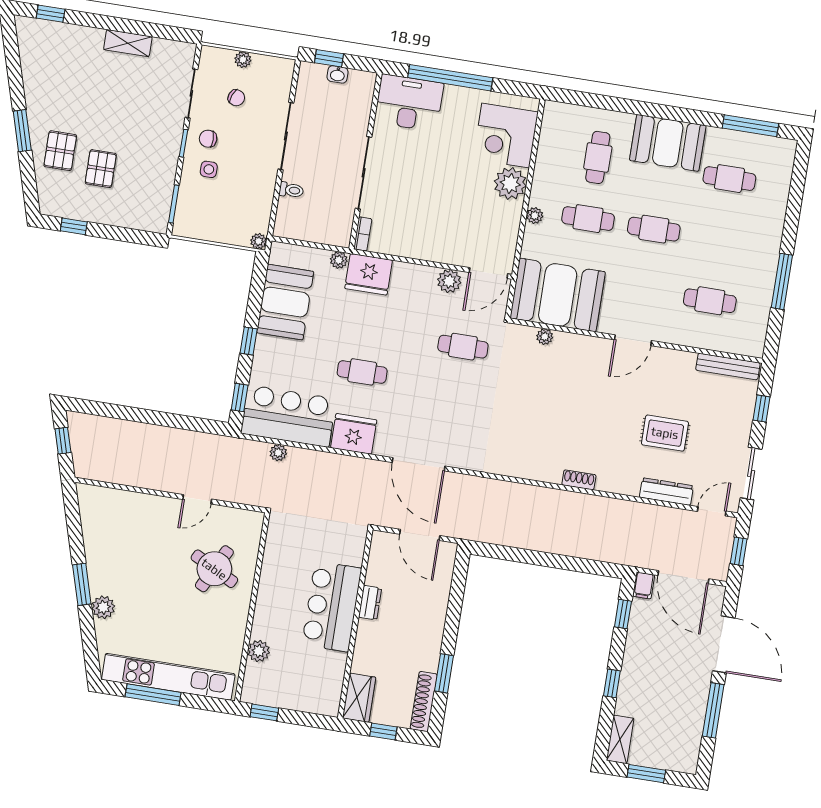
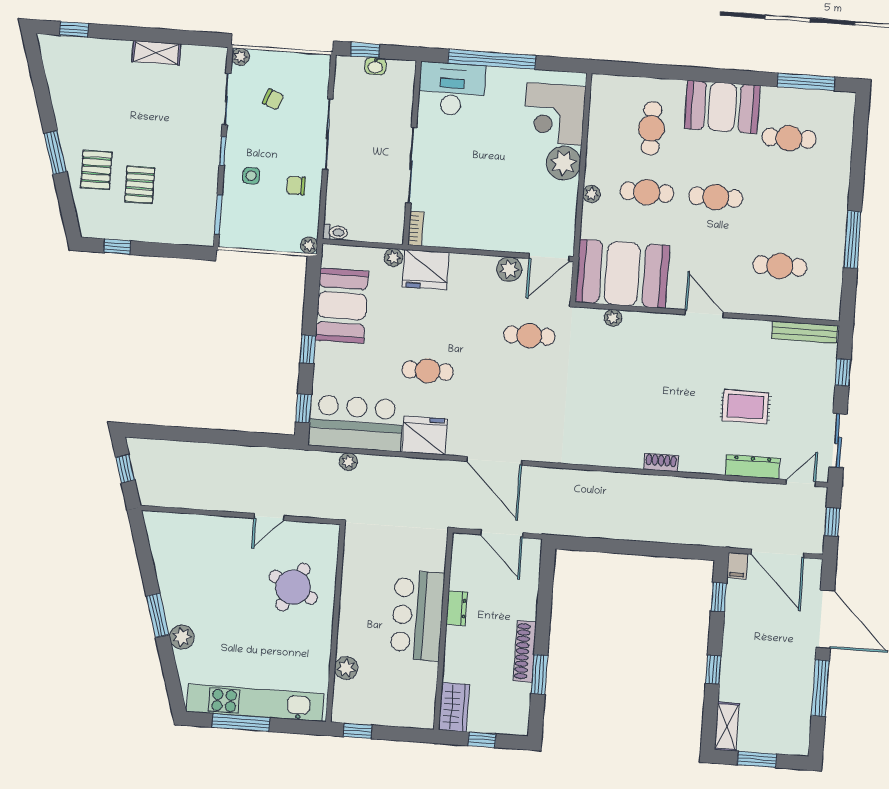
plant: (243, 60) -> (240, 57), moved
chair: (208, 139) -> (296, 186), moved
toilet: (291, 190) -> (335, 232), moved
door: (633, 340) -> (704, 314), swing flipped
shoe rack: (424, 702) -> (525, 651), moved

